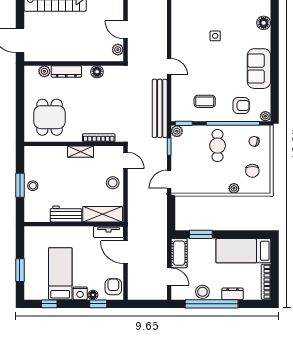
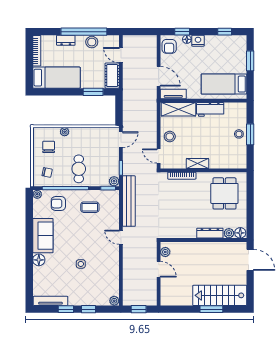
floor lamp: (264, 23) -> (39, 260), moved
floor lamp: (97, 72) -> (240, 233), moved
bed: (60, 274) -> (224, 84), moved, turned 90

